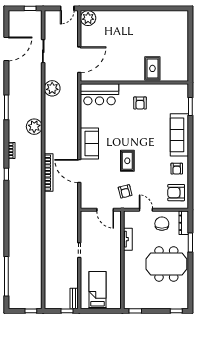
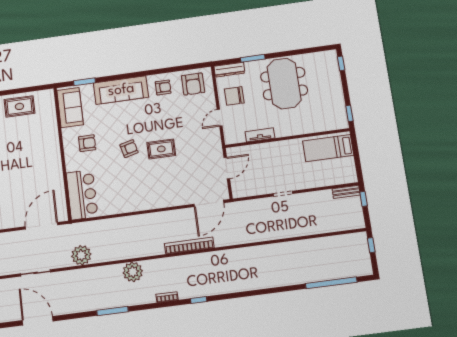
door: (79, 60) -> (42, 226), hinge flipped
rug: (152, 68) -> (19, 106), moved
sofa: (89, 144) -> (70, 108), moved, turned 90
door: (79, 171) -> (209, 203), moved
armchair: (125, 191) -> (129, 149), moved
bed: (98, 290) -> (328, 148), moved

